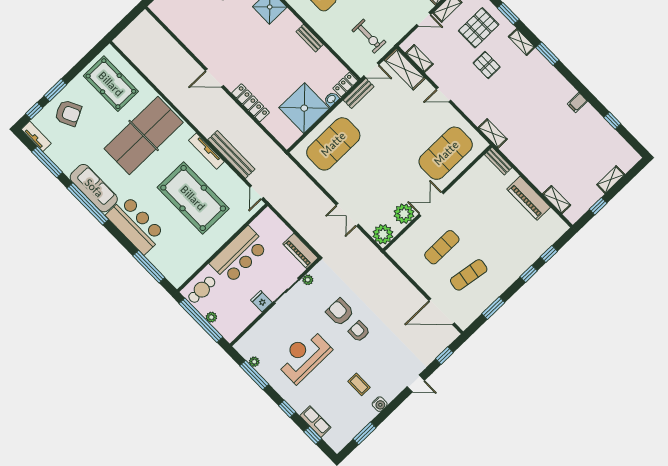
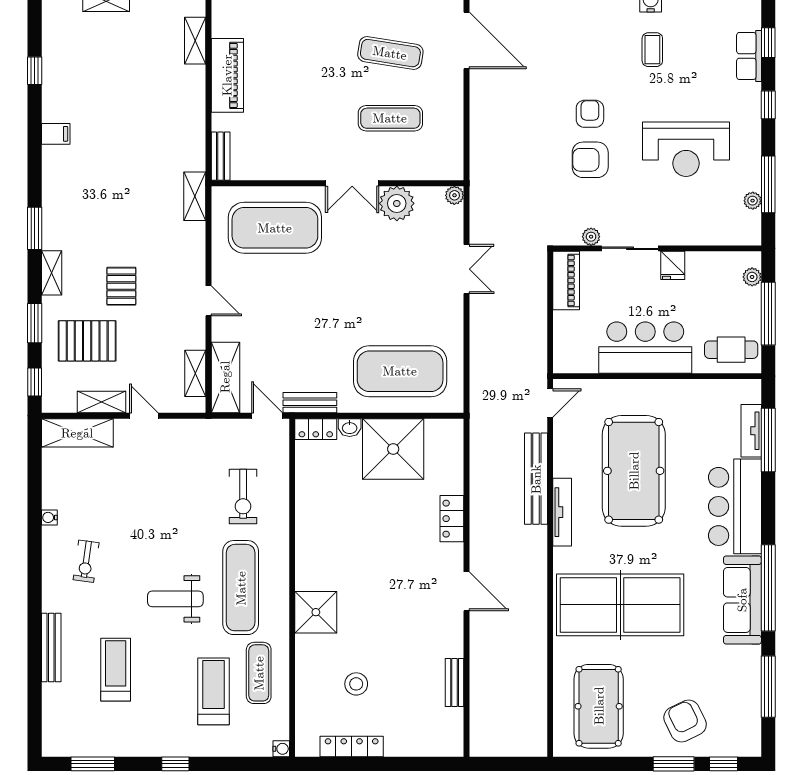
exercise bike: (369, 36) -> (243, 496), moved, turned 180
bench: (310, 38) -> (455, 682), moved
locker: (251, 103) -> (452, 519), width x0.66
tv unit: (36, 136) -> (751, 431), moved
plant: (383, 234) -> (454, 195), width x0.53, depth x0.53
armchair: (340, 312) -> (590, 160), turned 90
plant: (211, 317) -> (752, 277), moved
window: (201, 320) -> (768, 314), width x0.68
armchair: (359, 331) -> (590, 114), turned 180

